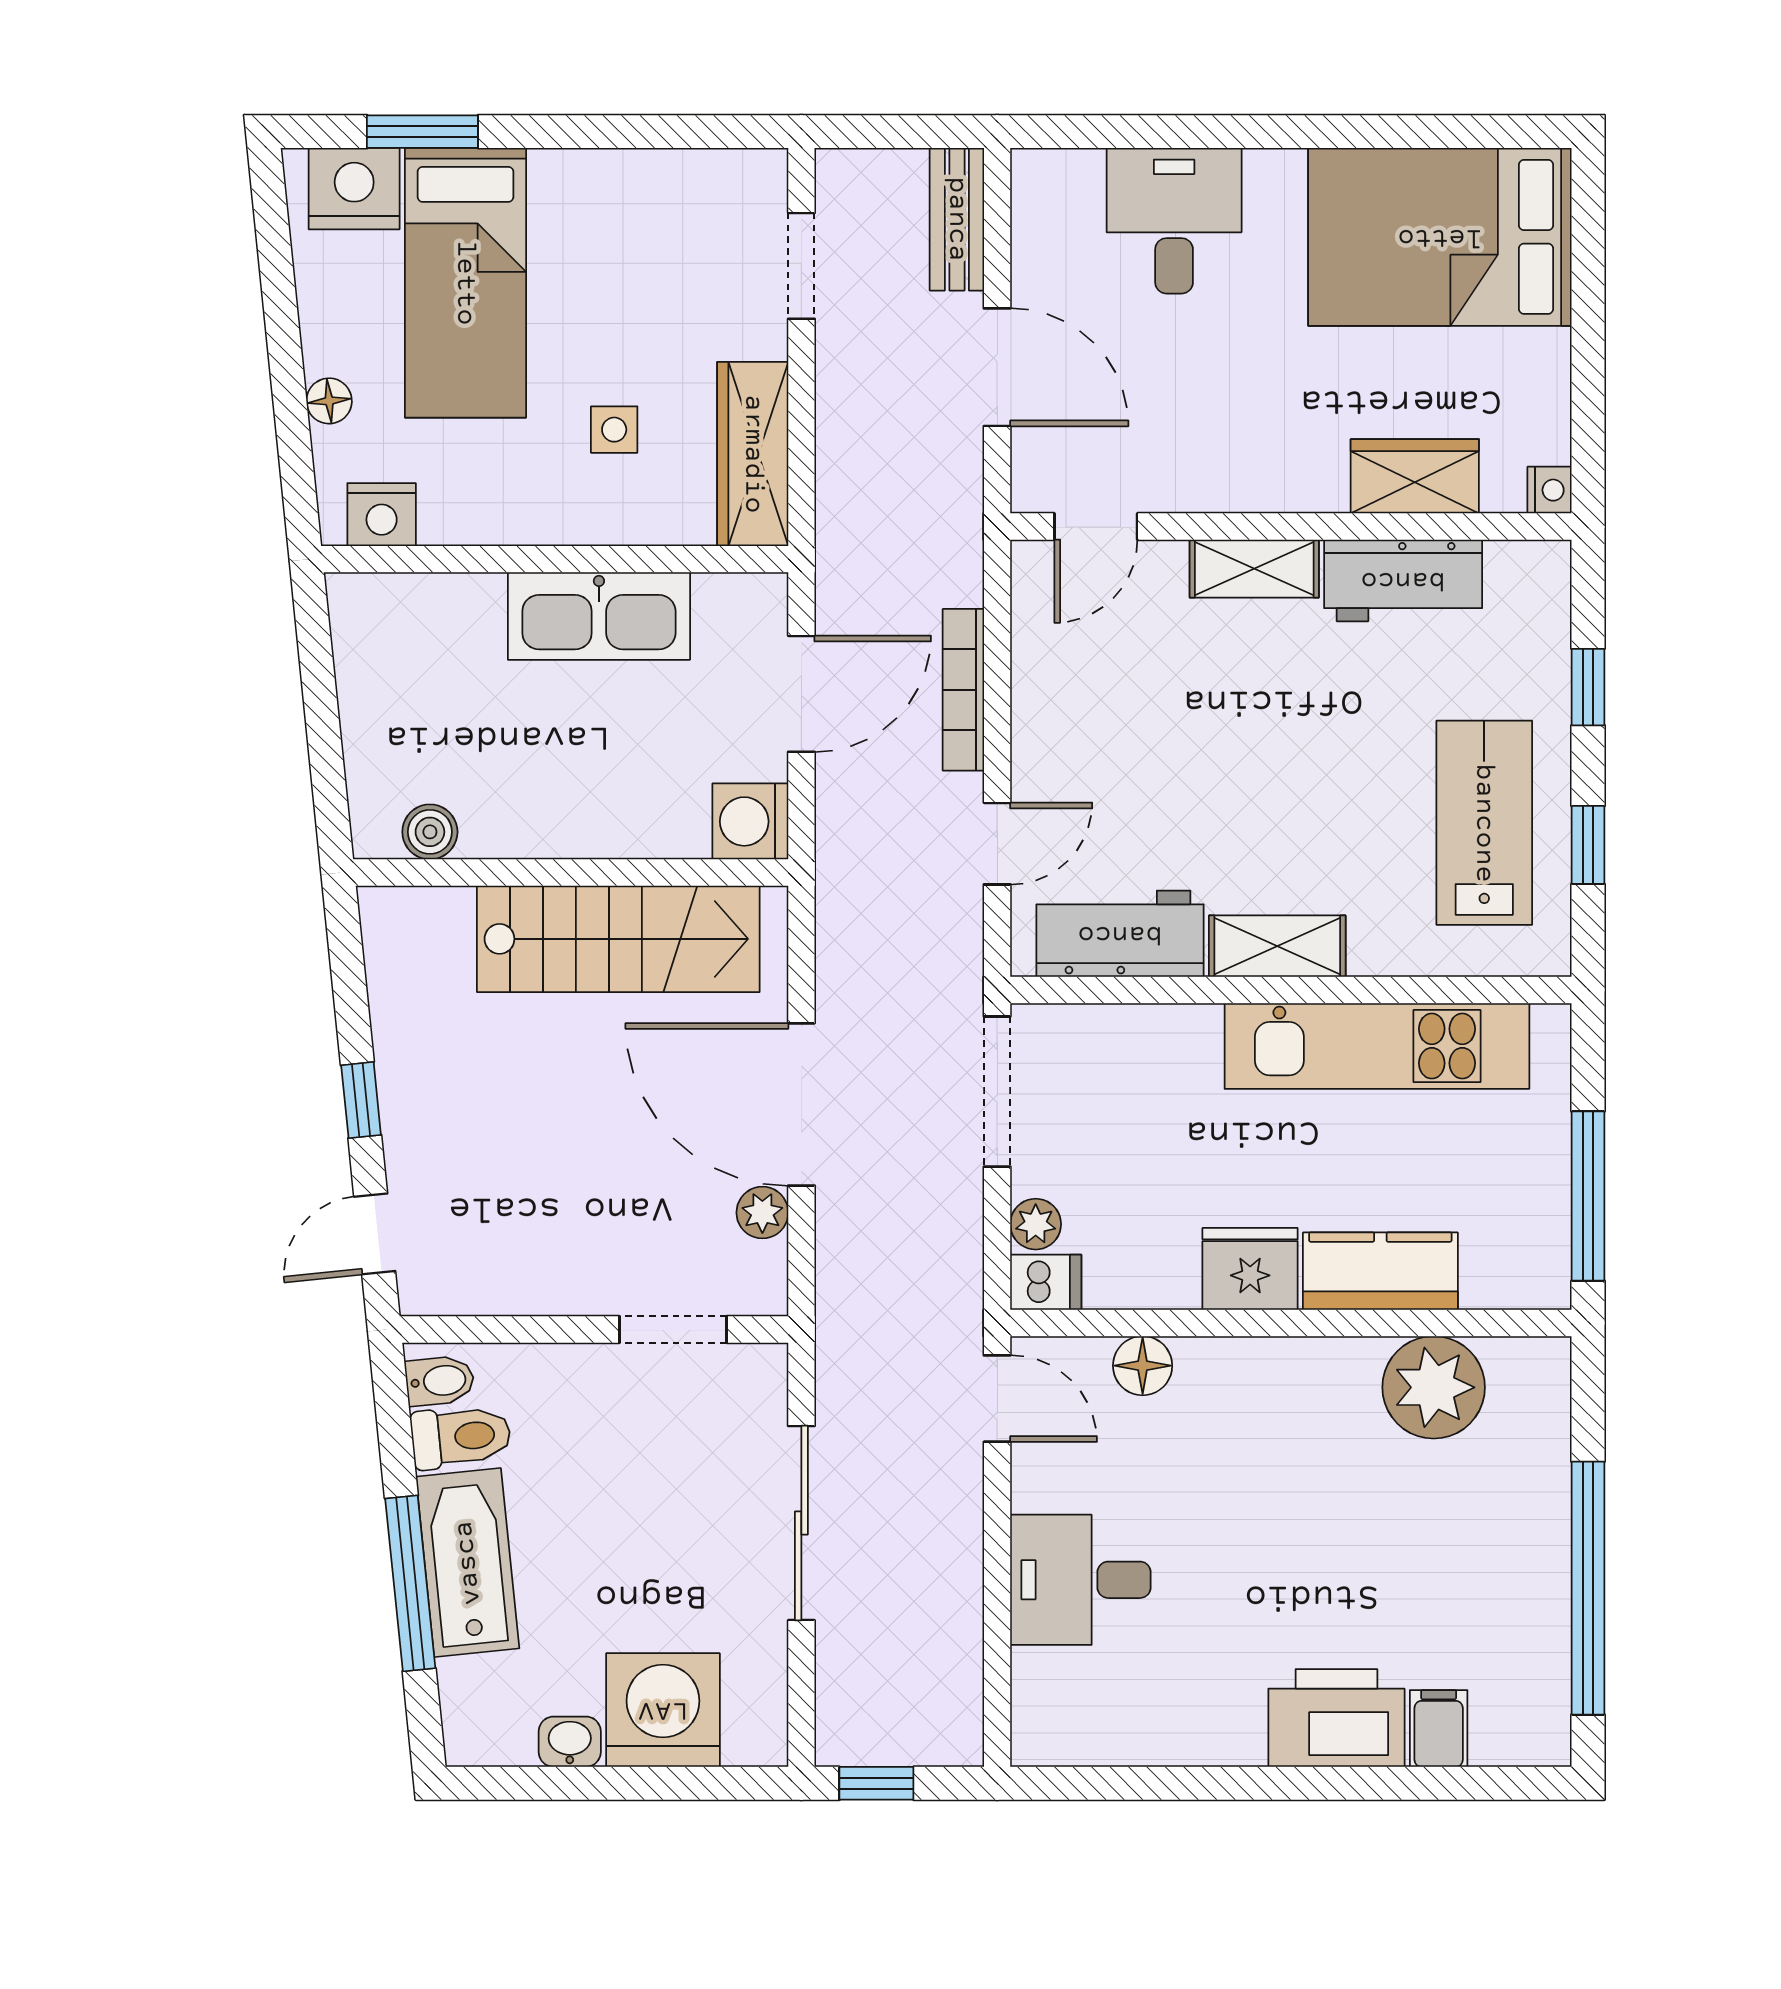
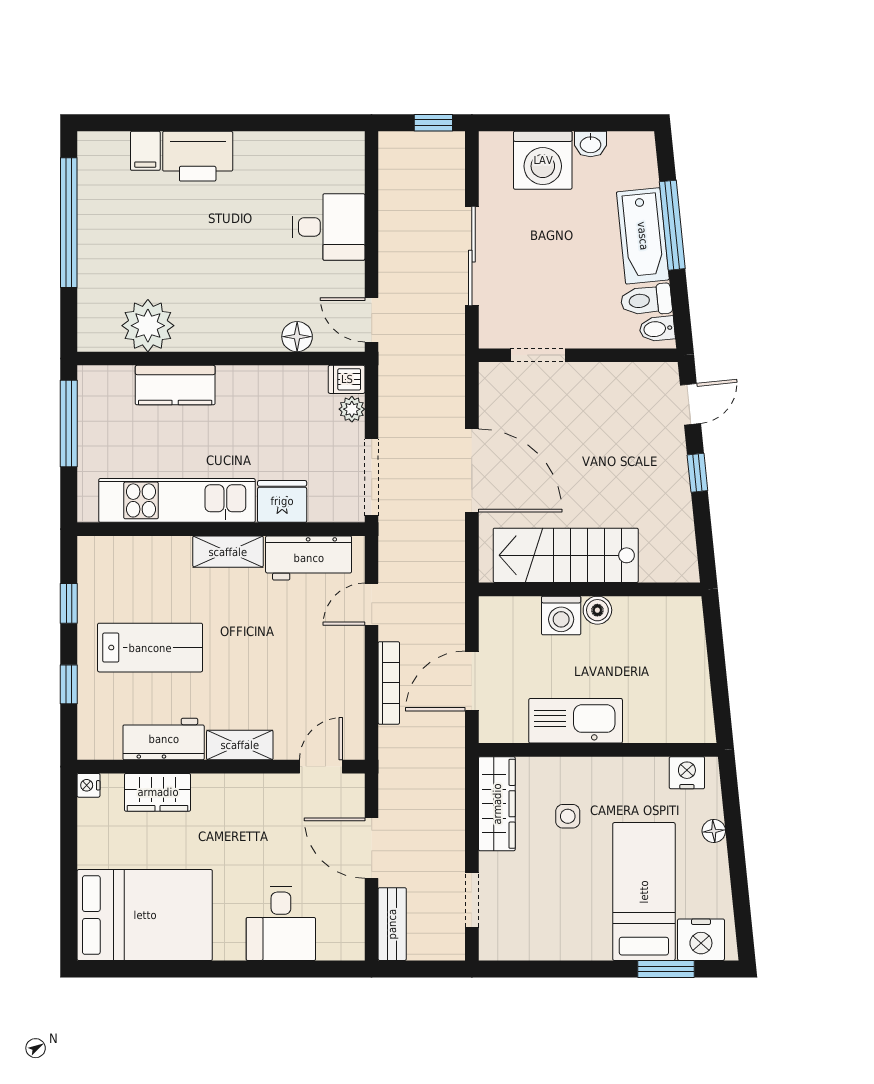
washing machine: (750, 821) -> (561, 615), moved, turned 90
lab bench: (1484, 823) -> (150, 648), moved, turned -90
boiler: (430, 832) -> (597, 610), moved
plant: (762, 1213) -> (492, 415), removed
fridge: (1250, 1269) -> (282, 501), moved, turned 180

